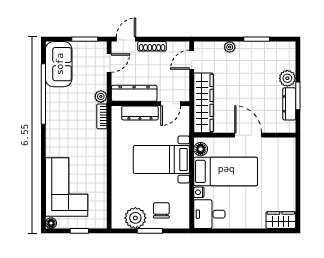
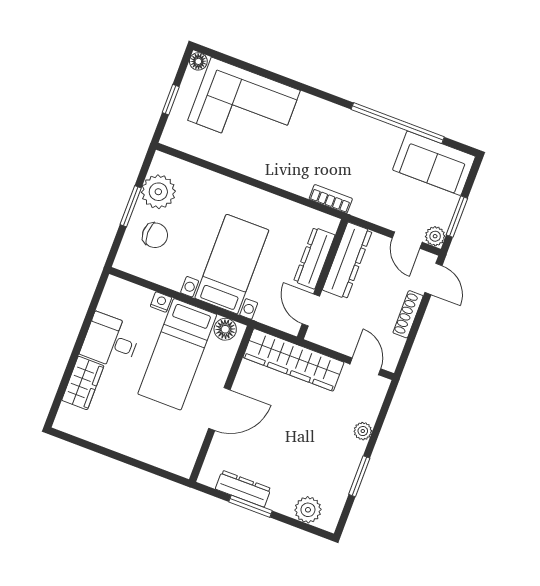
plant: (287, 78) -> (308, 510), moved
plant: (101, 96) -> (435, 236), moved
desk: (209, 214) -> (111, 341), moved, turned -90
wardrobe: (281, 220) -> (83, 383), moved

